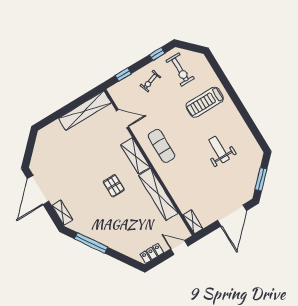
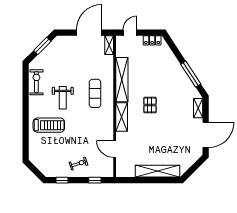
exercise bike: (180, 70) -> (36, 82), moved
shelving: (85, 111) -> (157, 171), moved
exercise mat: (162, 146) -> (95, 93), moved
weight bench: (219, 149) -> (63, 98), moved
door: (232, 215) -> (89, 33), moved
door: (179, 248) -> (130, 33), swing flipped

